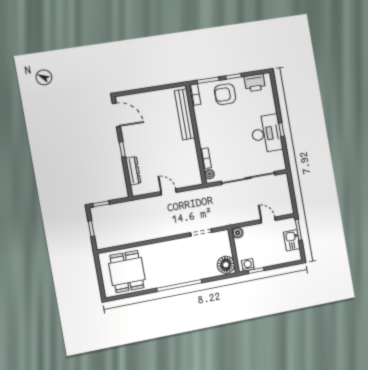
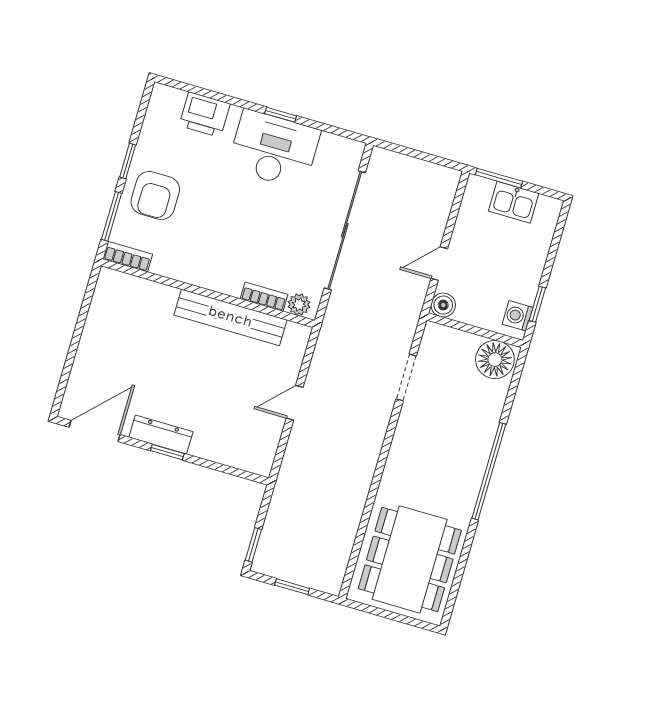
printer: (255, 83) -> (205, 115), moved, turned 90
bench: (185, 114) -> (230, 317), moved
dresser: (133, 171) -> (161, 435), moved
door: (268, 220) -> (439, 264), moved
dining table: (127, 272) -> (410, 559), width x1.38

